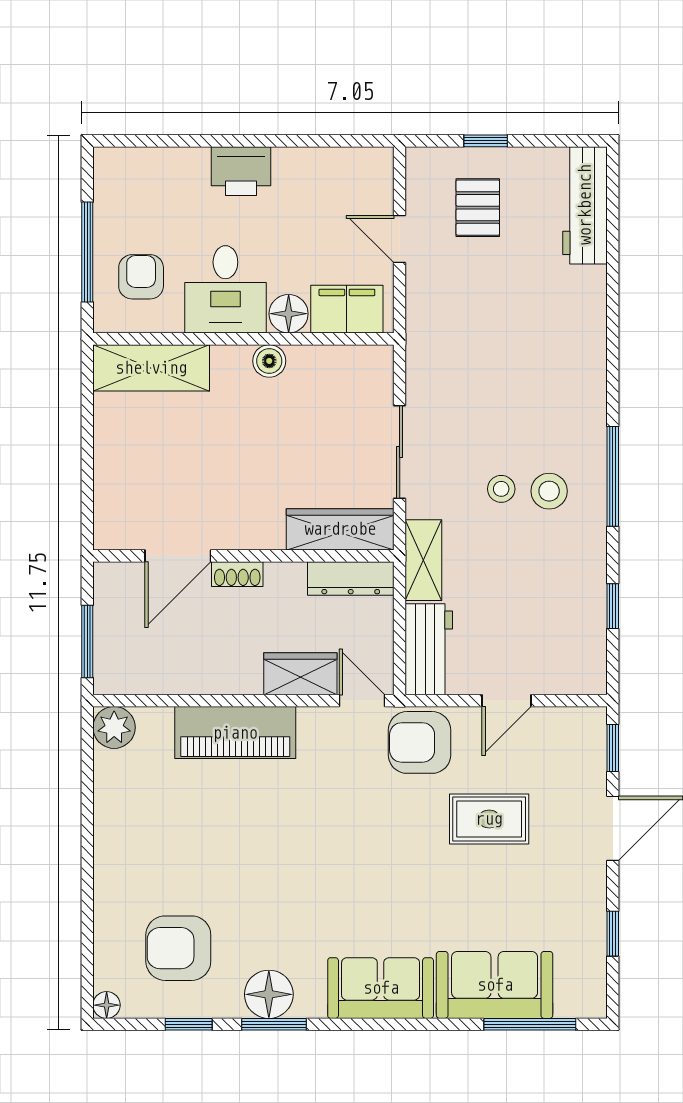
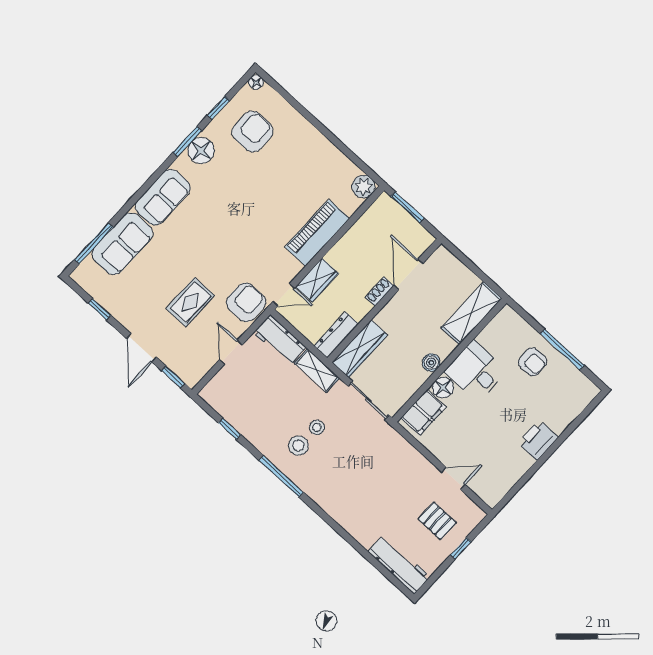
desk: (225, 289) -> (476, 371), moved
filing cabinet: (347, 309) -> (423, 412), moved
floor lamp: (289, 314) -> (443, 387), moved
wall: (243, 339) -> (449, 360), moved
boiler: (269, 361) -> (431, 363), moved
shelving: (151, 368) -> (472, 313), moved

